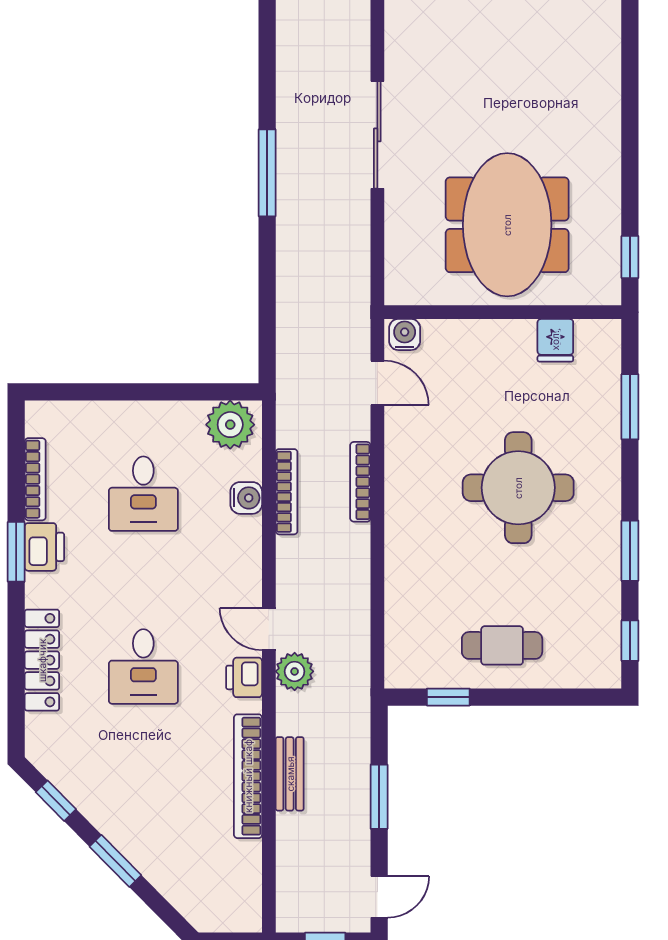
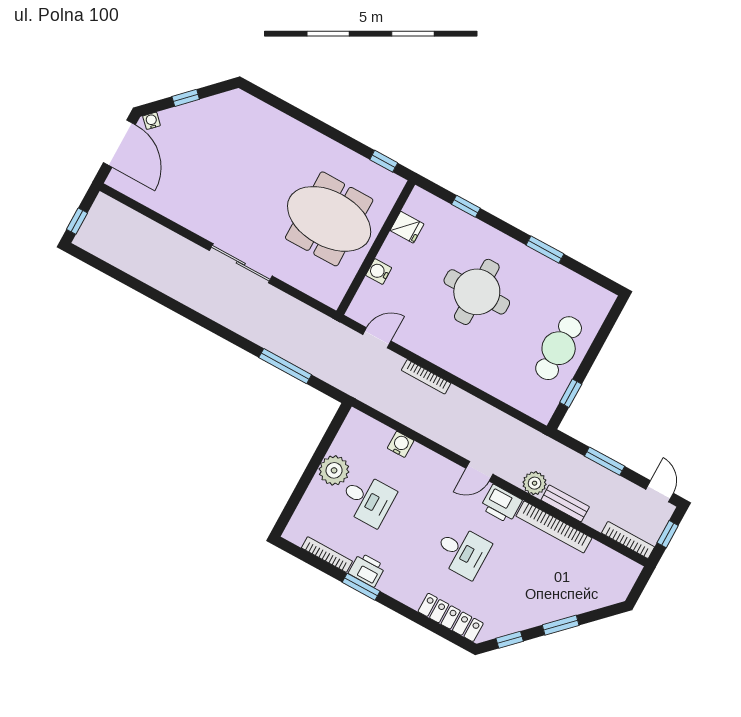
window: (267, 173) -> (285, 366), moved
water cooler: (405, 335) -> (379, 272), moved
window: (630, 407) -> (466, 206), width x0.67
plant: (230, 425) -> (334, 470), moved
bookcase: (287, 492) -> (628, 540), moved
window: (630, 641) -> (594, 277), removed
cafe table: (502, 645) -> (559, 348), width x1.37, depth x1.35
locker: (42, 660) -> (451, 617), moved
plant: (295, 671) -> (535, 483), moved
printer: (244, 677) -> (501, 504), width x1.36, depth x1.24

